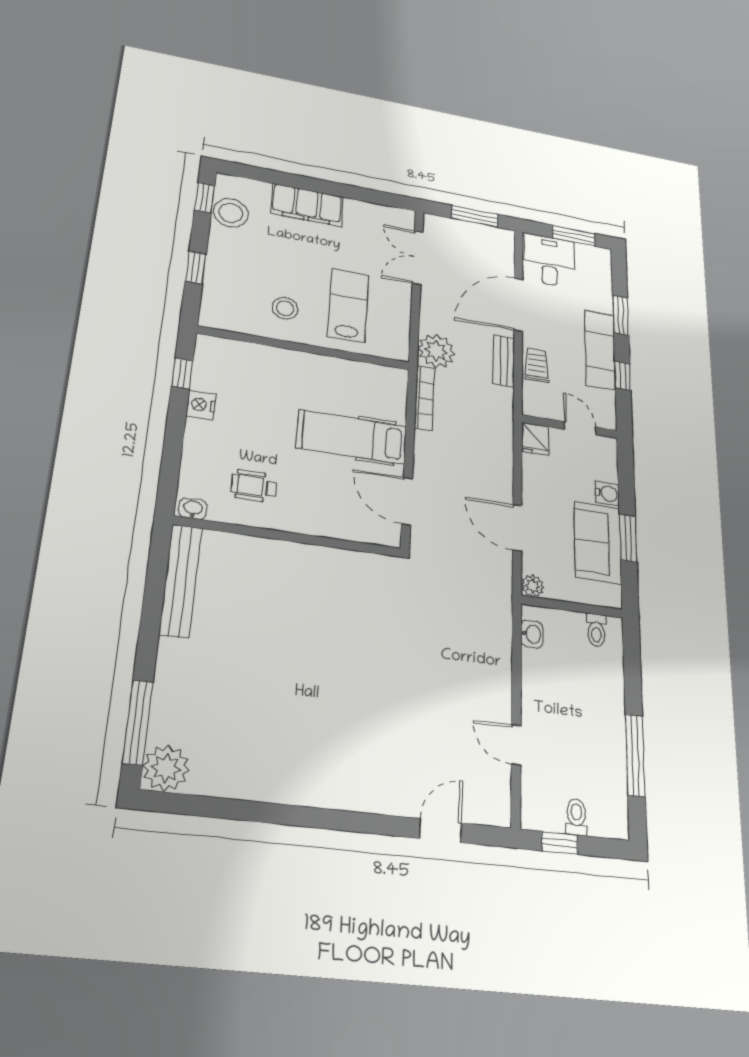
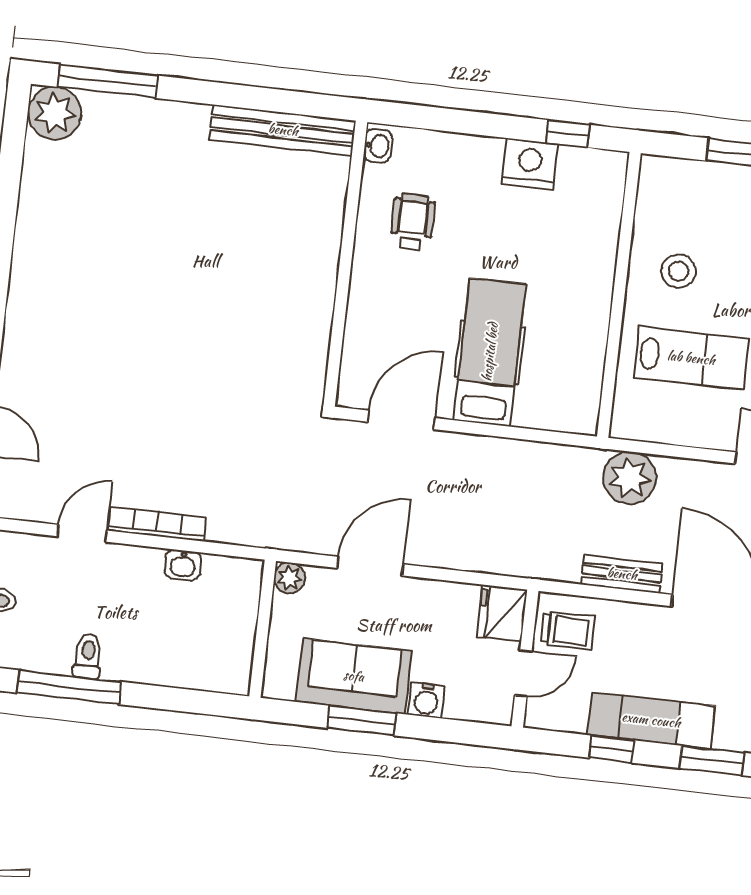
trolley: (537, 365) -> (568, 630), moved
bookcase: (424, 398) -> (157, 524), moved, turned 180
nightstand: (201, 405) -> (530, 164), width x1.36, depth x1.33
fridge: (535, 439) -> (502, 613), width x1.38
toilet: (596, 630) -> (88, 656), moved, turned 90
washbasin: (532, 634) -> (183, 565), moved

